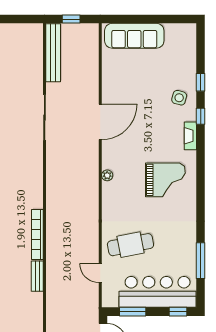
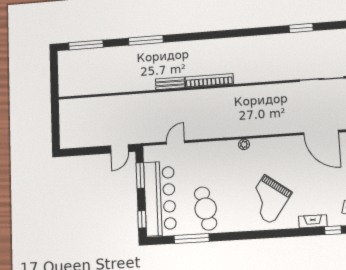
plant: (107, 175) -> (244, 144), moved
grand piano: (165, 180) -> (268, 199), turned 36
cafe table: (130, 245) -> (206, 209), moved

